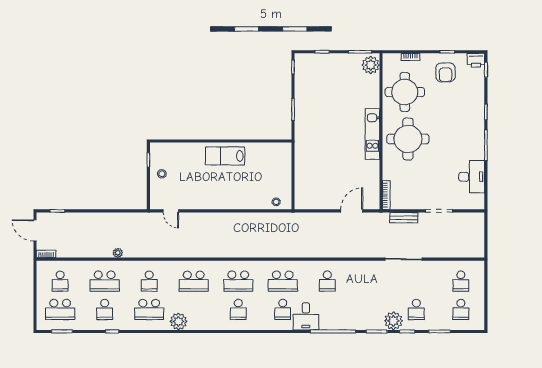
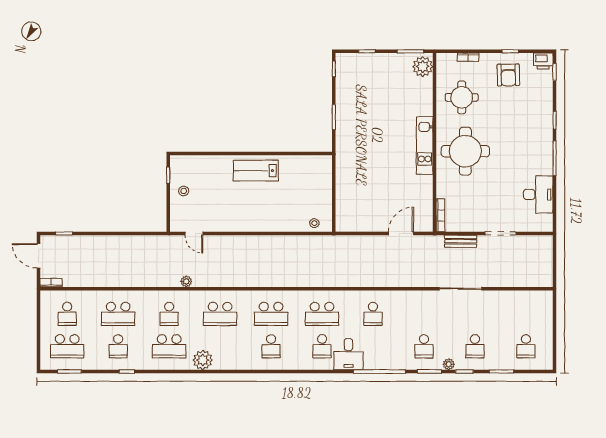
round table: (405, 92) -> (462, 97), width x0.73, depth x0.73
plant: (118, 253) -> (186, 281), moved
school desk: (461, 281) -> (424, 346), moved
plant: (393, 321) -> (449, 364), width x0.53, depth x0.53

